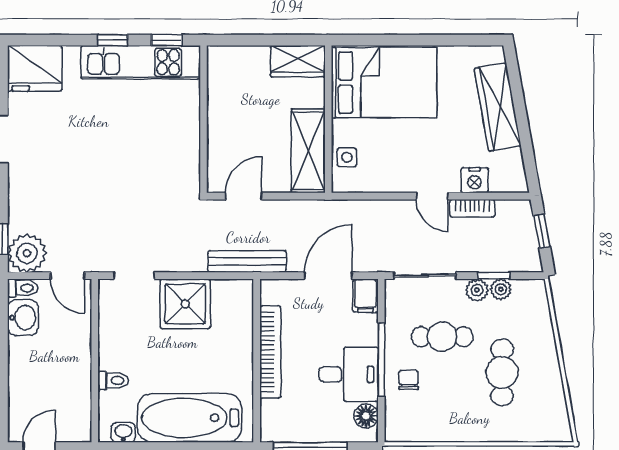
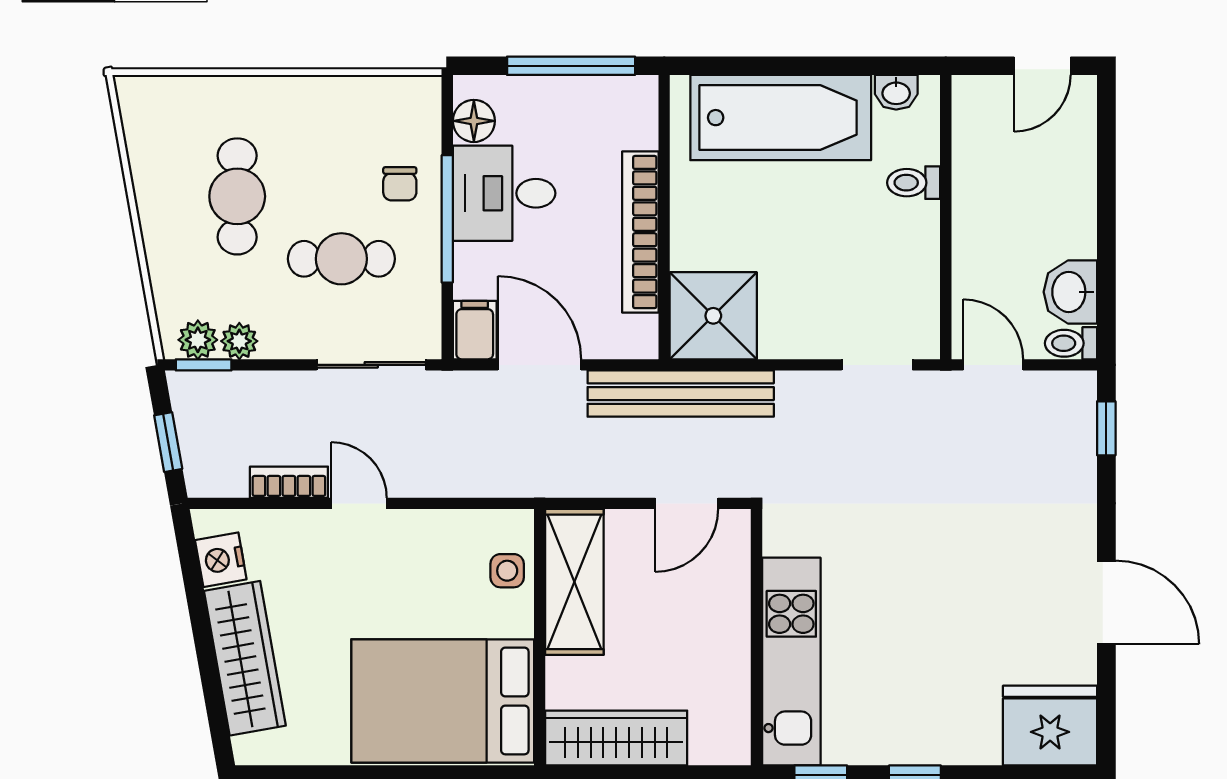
wardrobe: (298, 61) -> (616, 738), width x1.50
kitchen unit: (141, 62) -> (791, 662), moved, turned 90
nightstand: (474, 180) -> (221, 560), moved, turned -100
plant: (27, 253) -> (1064, 404), removed
bench: (247, 262) -> (681, 394), width x1.37, depth x1.21
door: (328, 276) -> (540, 365), swing flipped
window: (494, 276) -> (204, 365), moved
plant: (477, 290) -> (198, 340), moved
shower: (185, 304) -> (713, 316), moved

